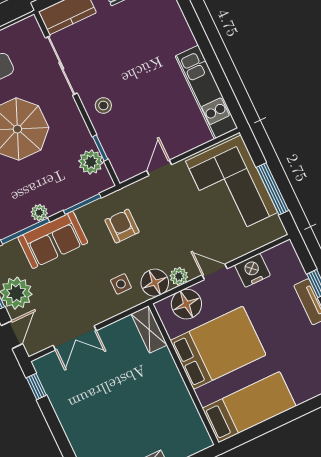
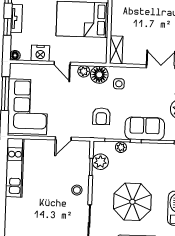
plant: (39, 213) -> (121, 147), moved
floor lamp: (186, 304) -> (15, 55), moved, width x0.53, depth x0.53

